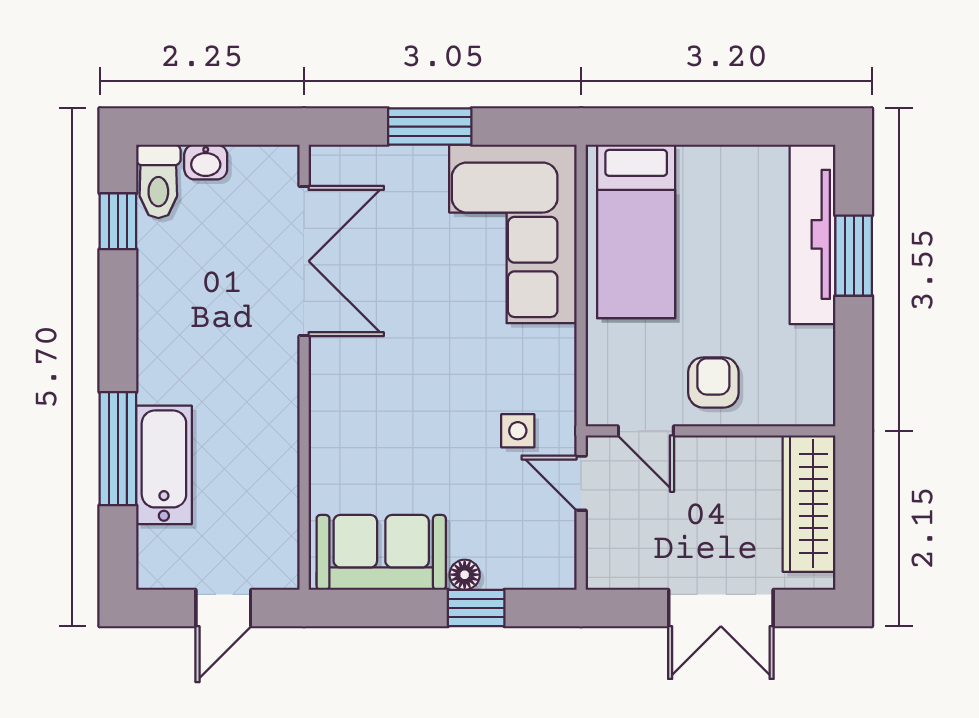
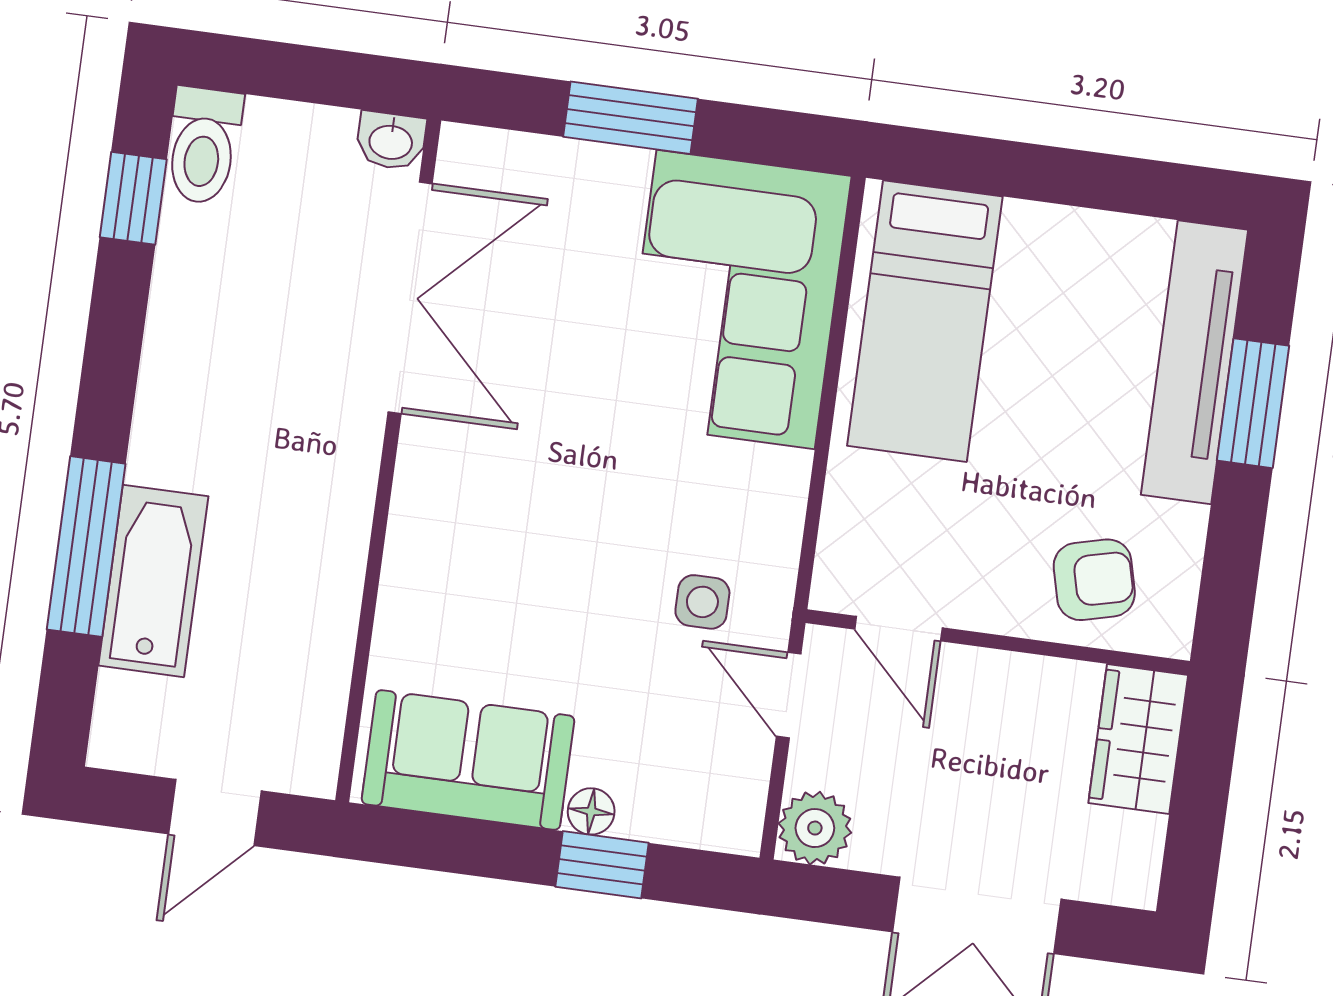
washbasin: (206, 162) -> (391, 141), moved
armchair: (713, 382) -> (1094, 580), moved, turned 76
wardrobe: (809, 504) -> (1138, 739), width x0.67
plant: (610, 566) -> (815, 828), added

